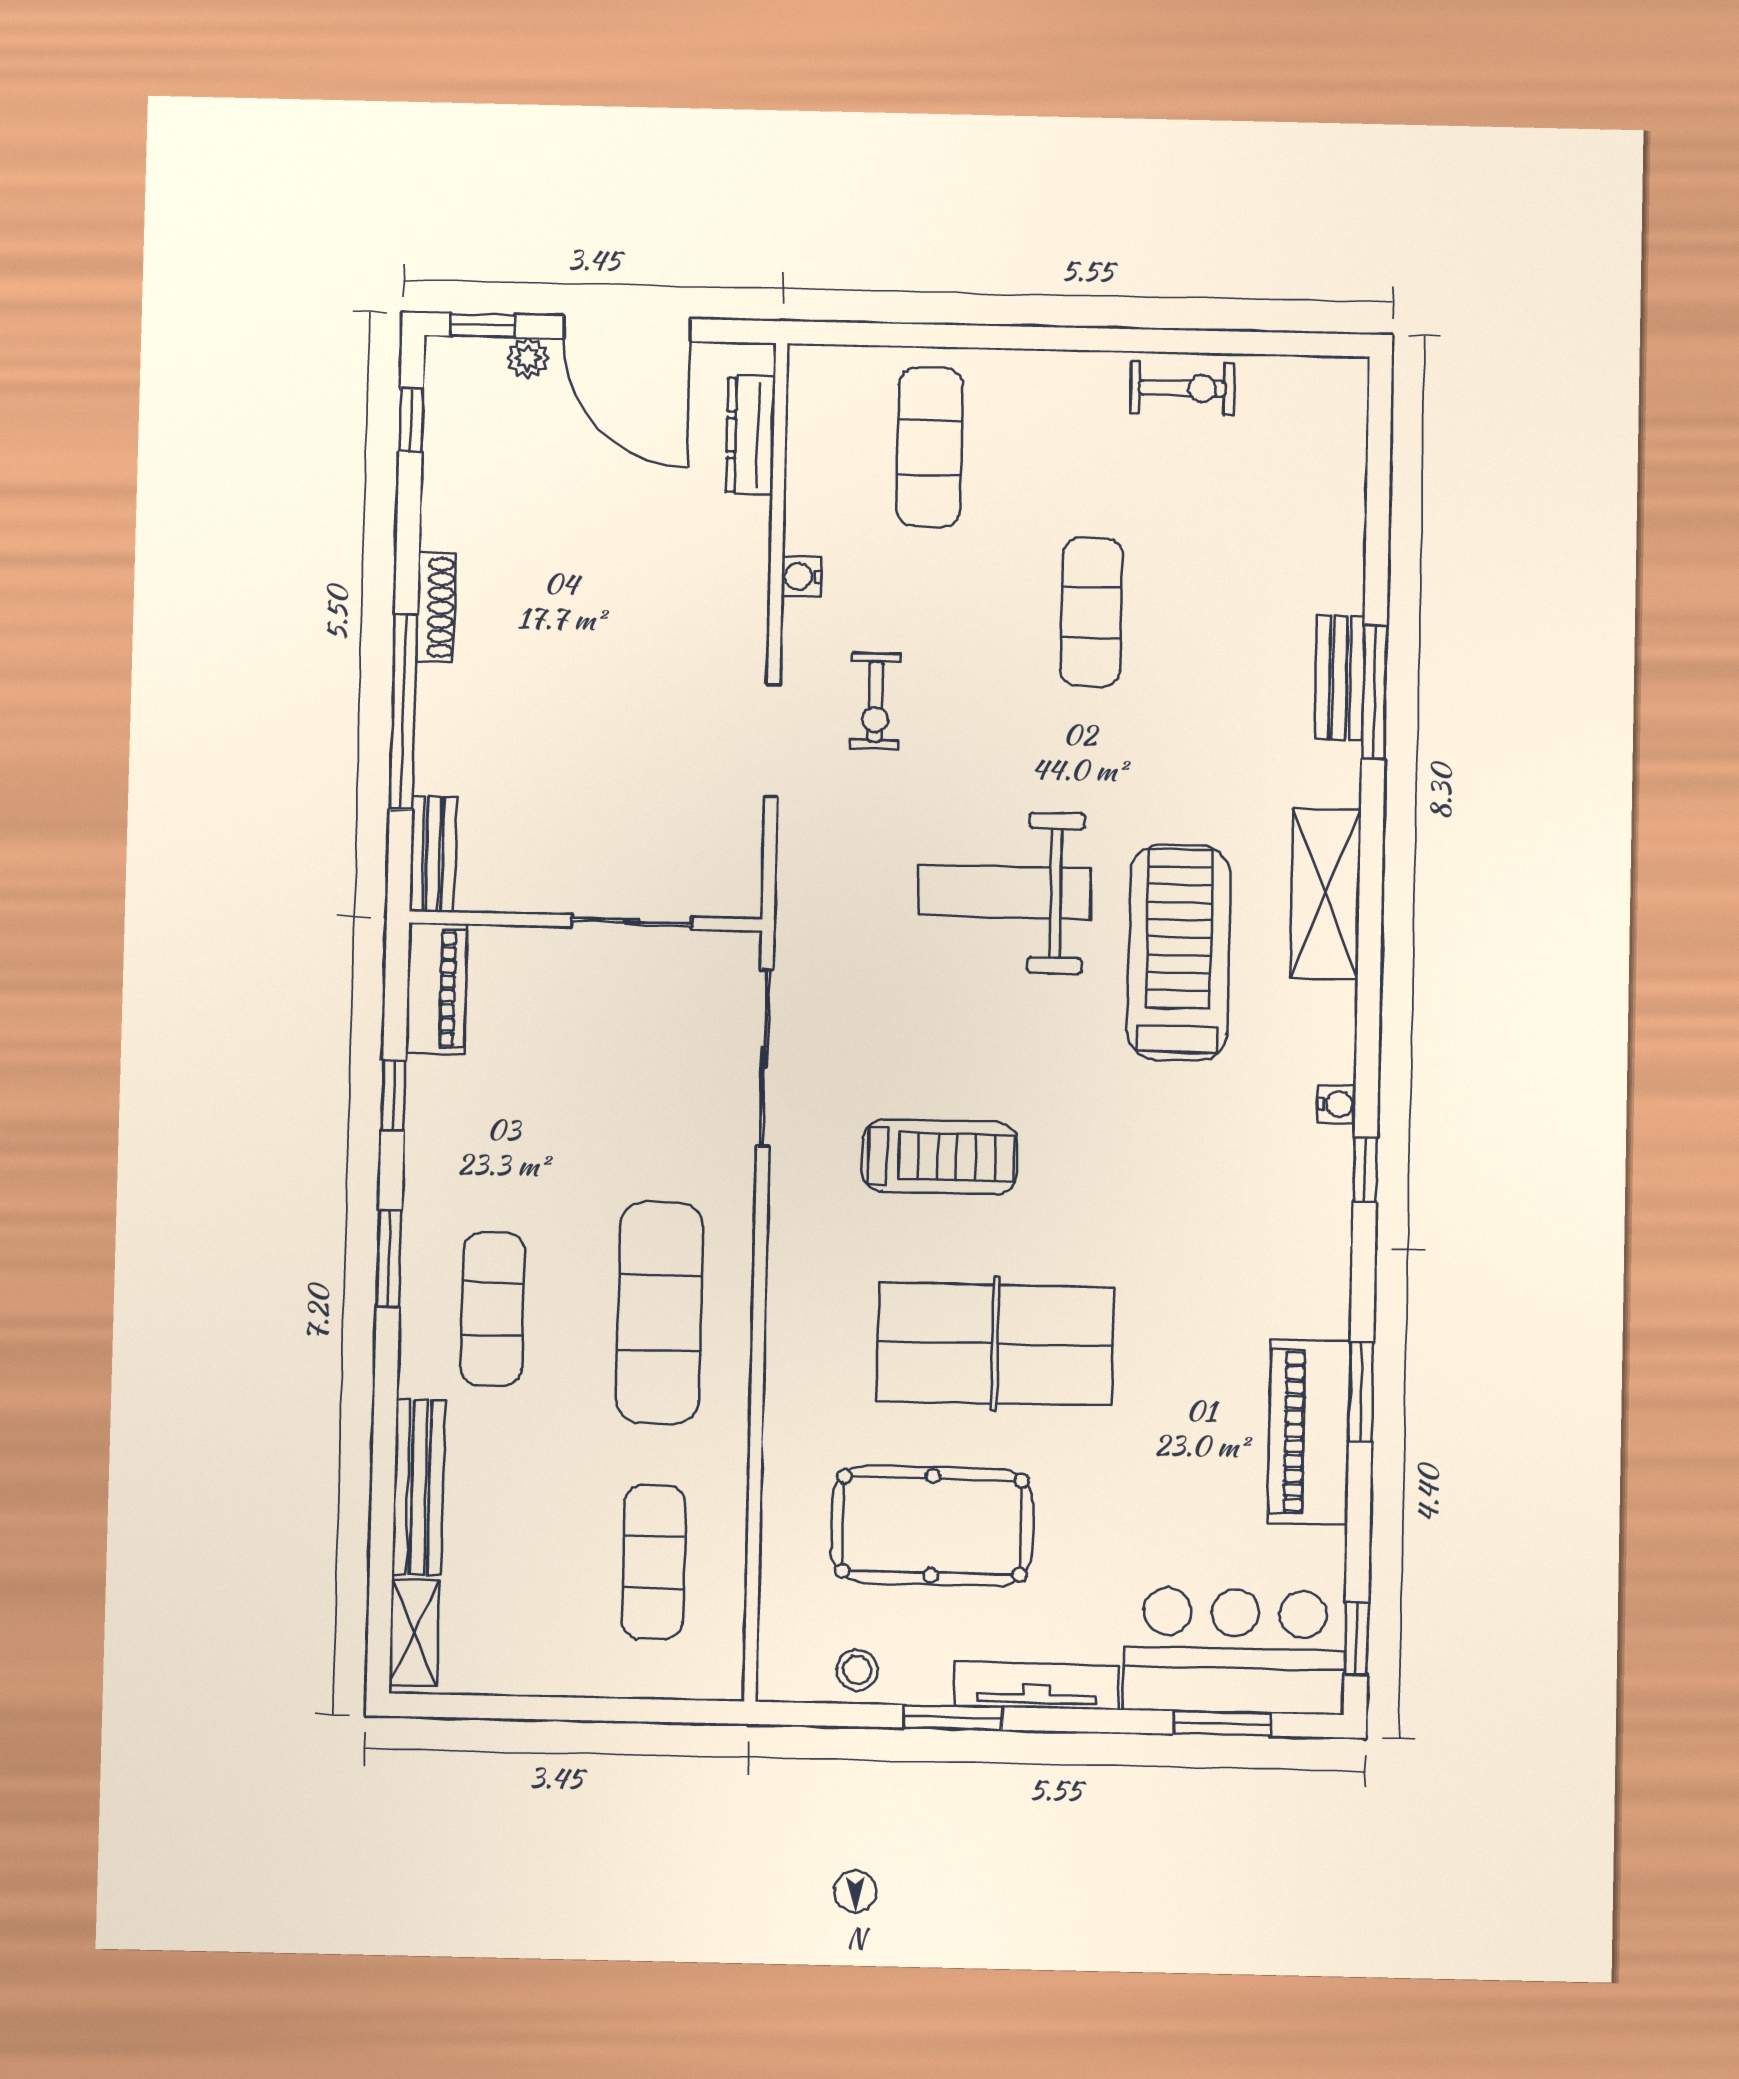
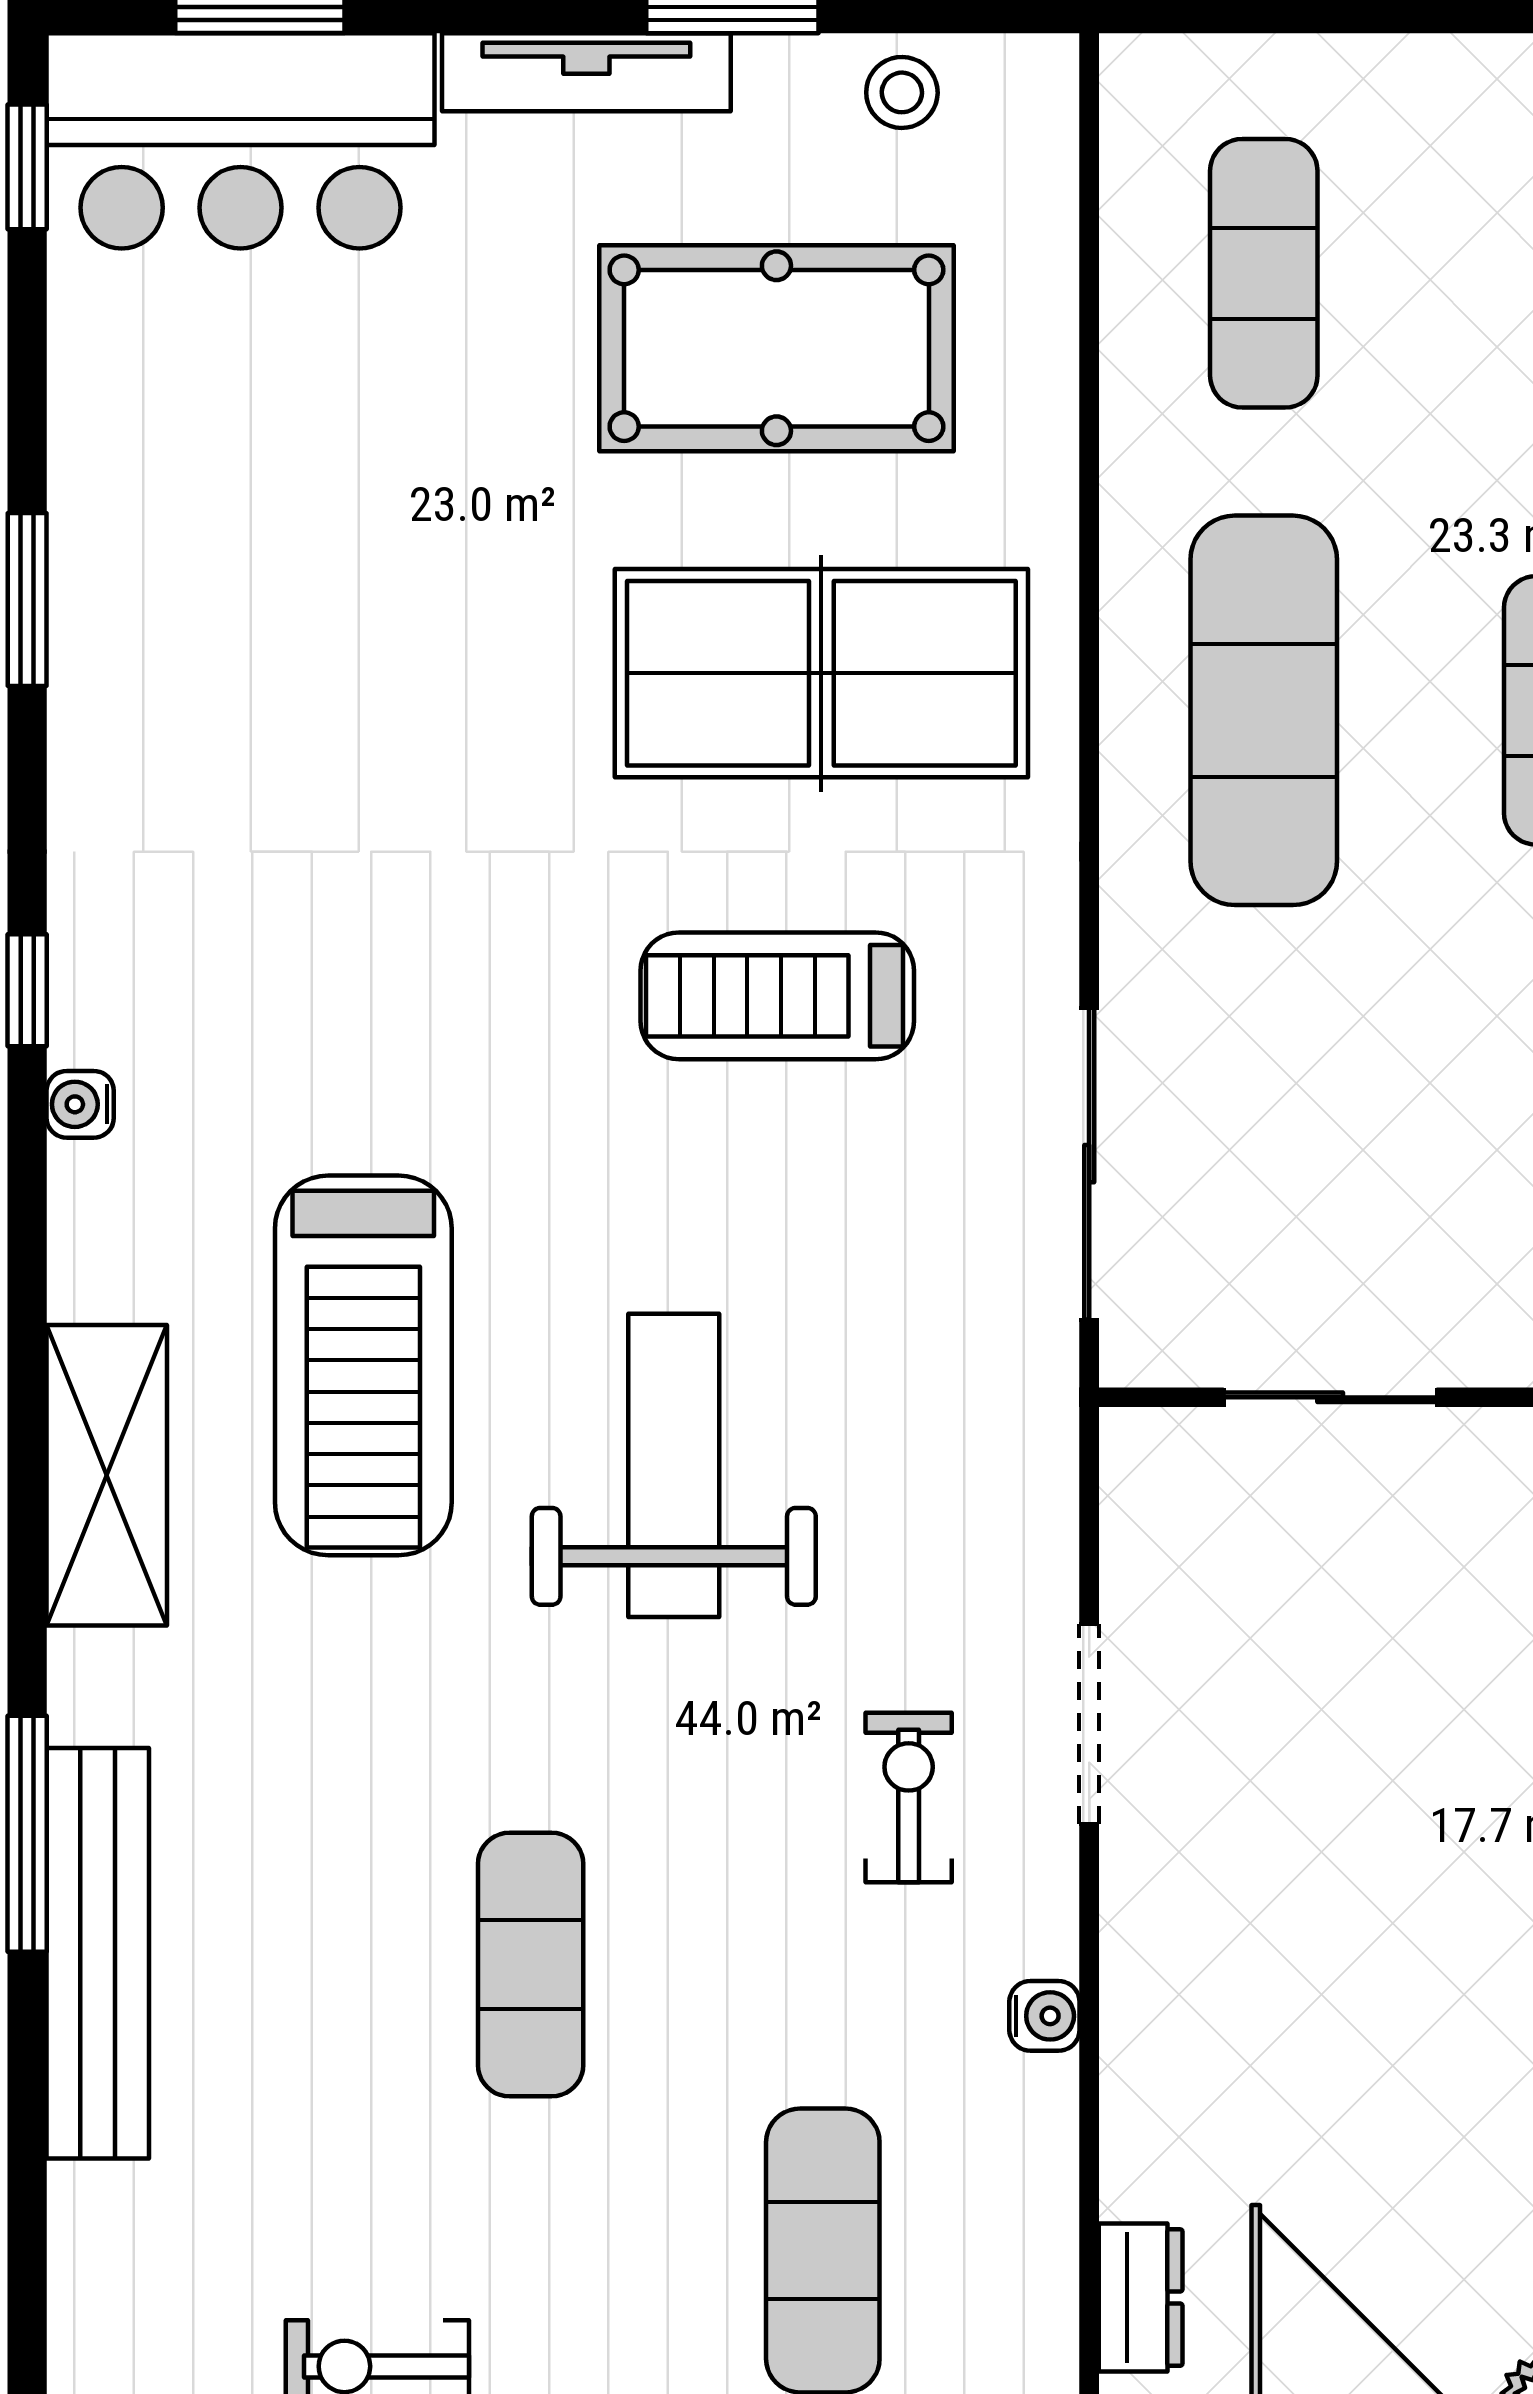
dresser: (750, 435) -> (1141, 2298), width x0.70
bench: (1340, 678) -> (98, 1953), width x1.86, depth x1.21
weight bench: (1004, 892) -> (674, 1465), turned -90
table tennis table: (995, 1344) -> (821, 673), moved
piano: (1309, 1432) -> (117, 527), removed

